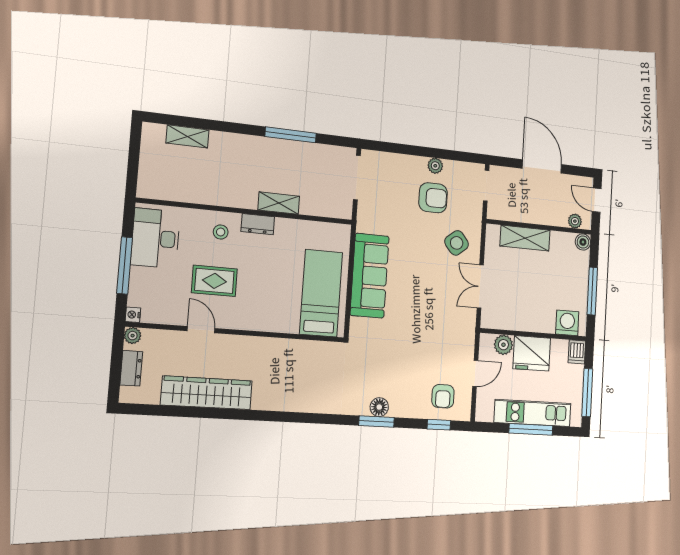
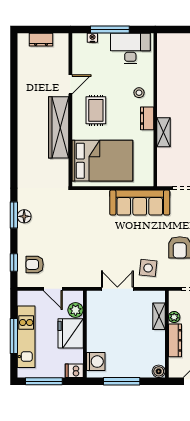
dresser: (547, 217) -> (175, 340), added
plant: (575, 221) -> (174, 317), moved
shelving: (525, 238) -> (159, 316), width x0.67, depth x0.75
side table: (457, 243) -> (148, 268), turned 45
sofa: (370, 276) -> (140, 203), moved
rug: (214, 281) -> (96, 110), moved
bed: (321, 293) -> (102, 161), width x1.50
nightstand: (133, 315) -> (92, 38), moved
plant: (133, 336) -> (63, 39), removed
wardrobe: (207, 393) -> (59, 127), moved, turned 180

